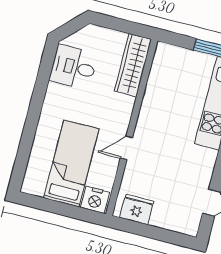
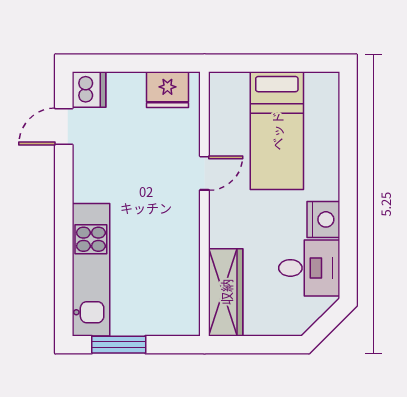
nightstand: (95, 200) -> (323, 219), moved, turned 90
dishwasher: (189, 223) -> (89, 90), added

